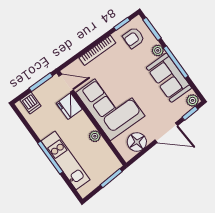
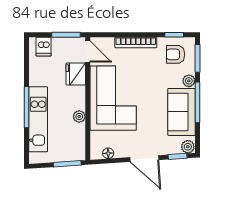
floor lamp: (137, 142) -> (108, 153), width x0.53, depth x0.53

